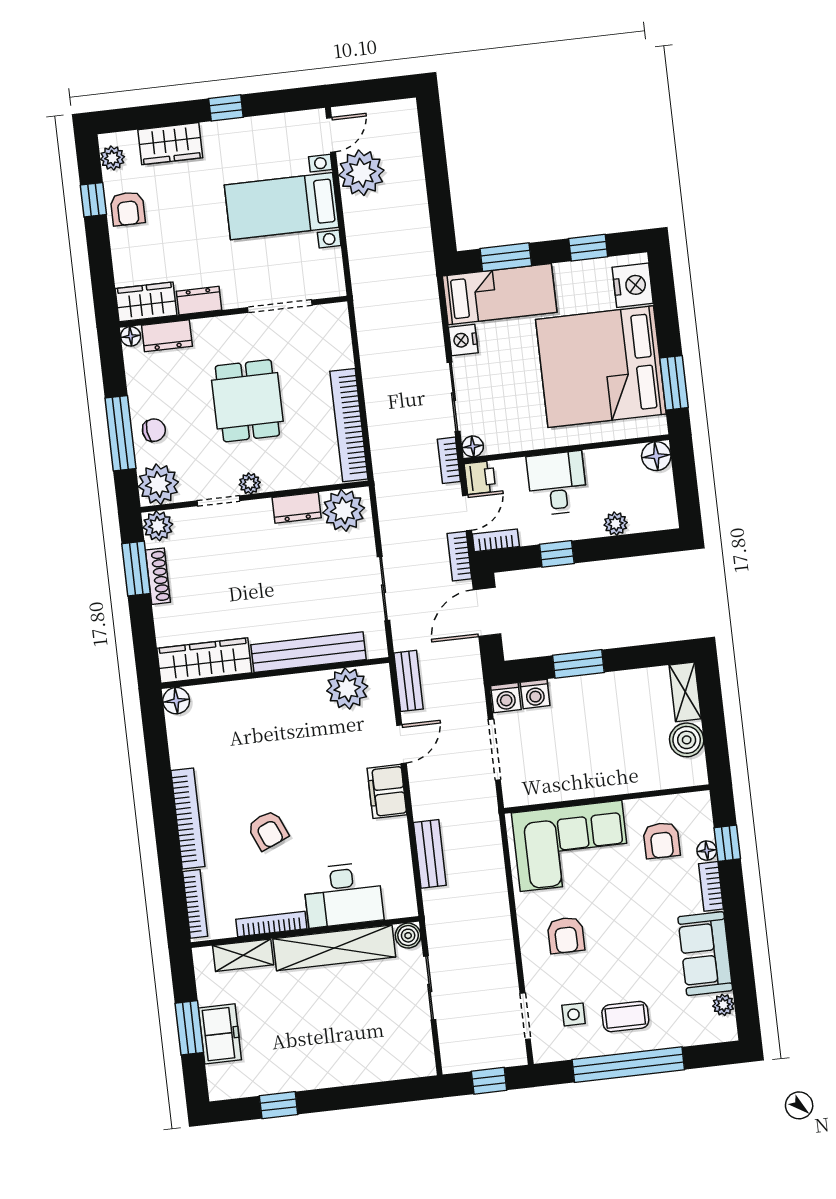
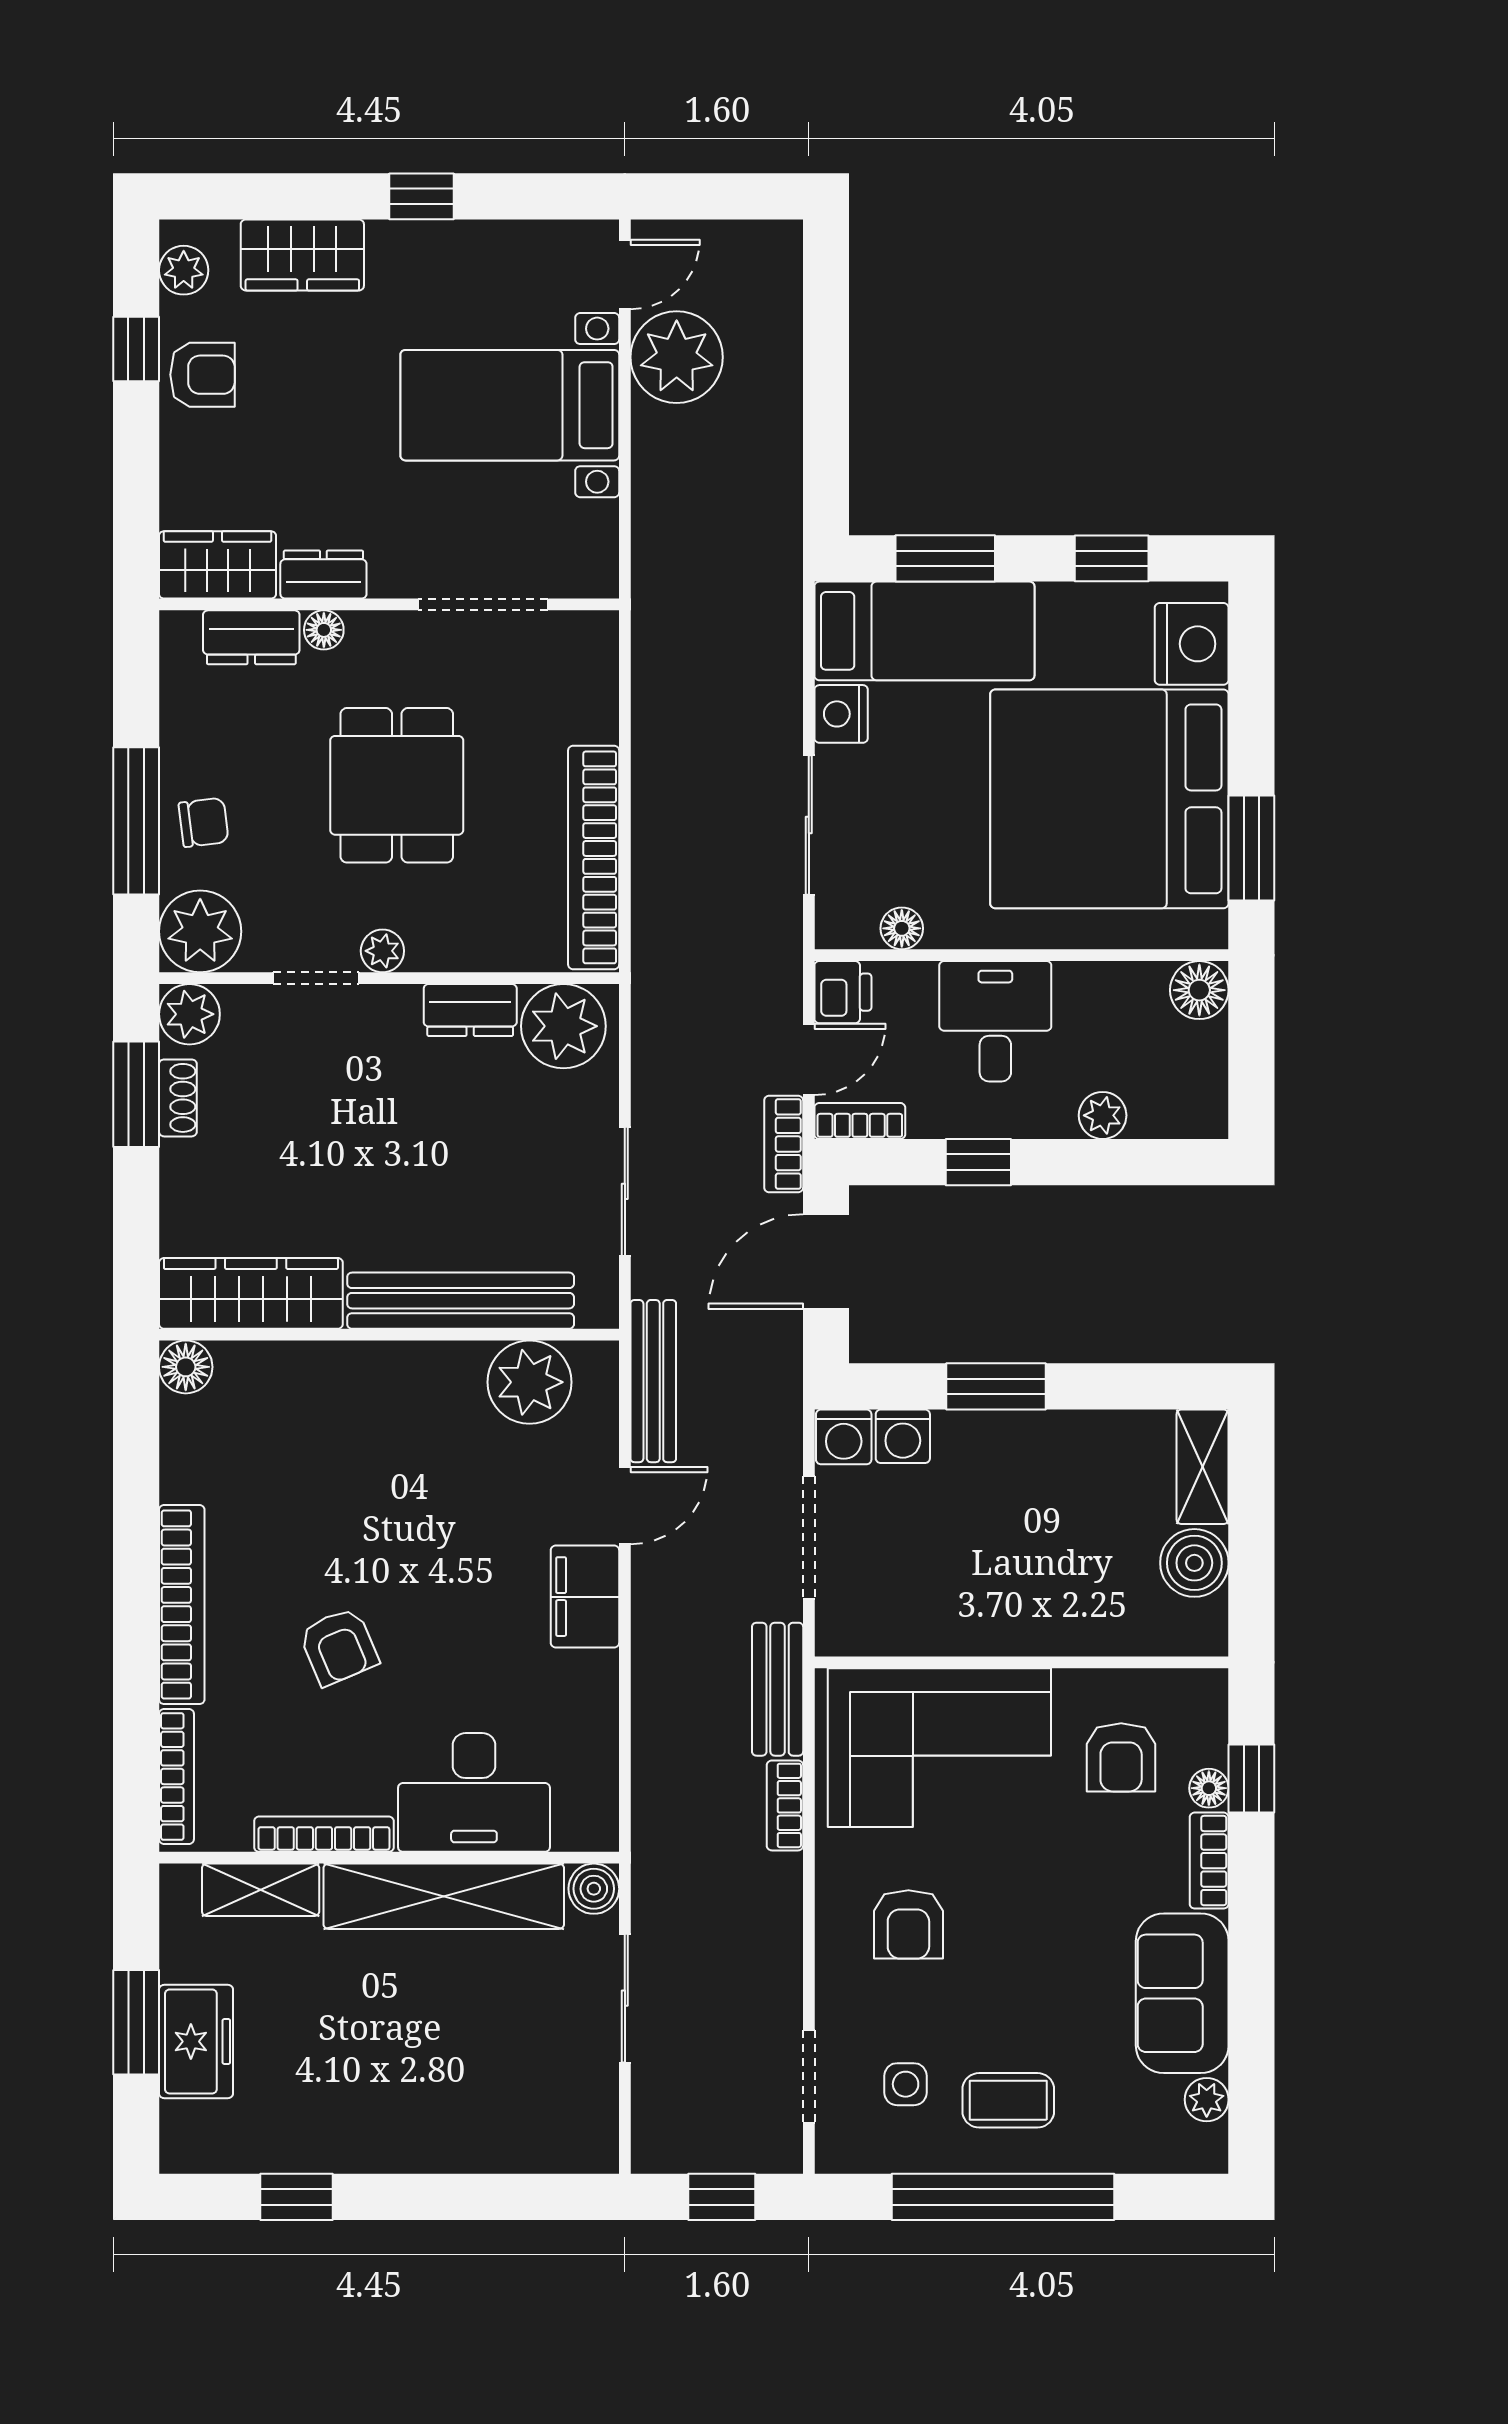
armchair: (128, 209) -> (202, 375), turned -90
floor lamp: (131, 336) -> (324, 630), moved
floor lamp: (473, 446) -> (902, 928), moved
bookcase: (449, 460) -> (785, 1805), moved
shoe rack: (158, 576) -> (178, 1098), width x0.70
bench: (408, 681) -> (653, 1381), width x1.36
bench: (430, 854) -> (778, 1689), moved

